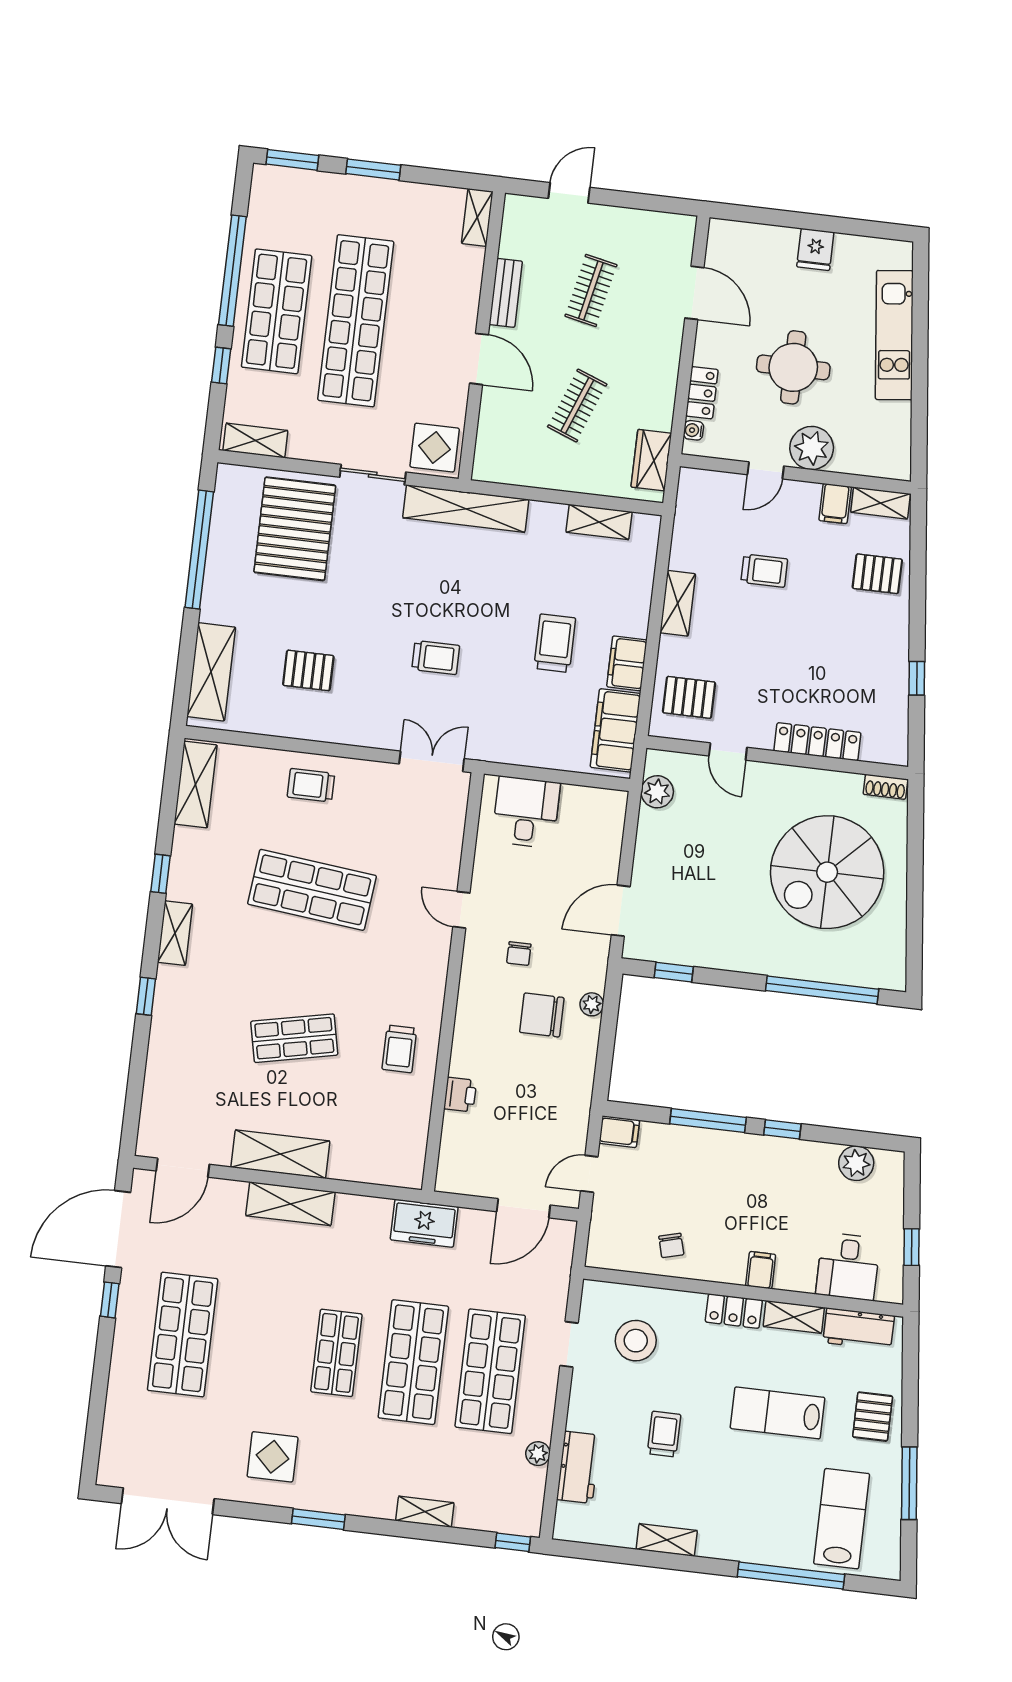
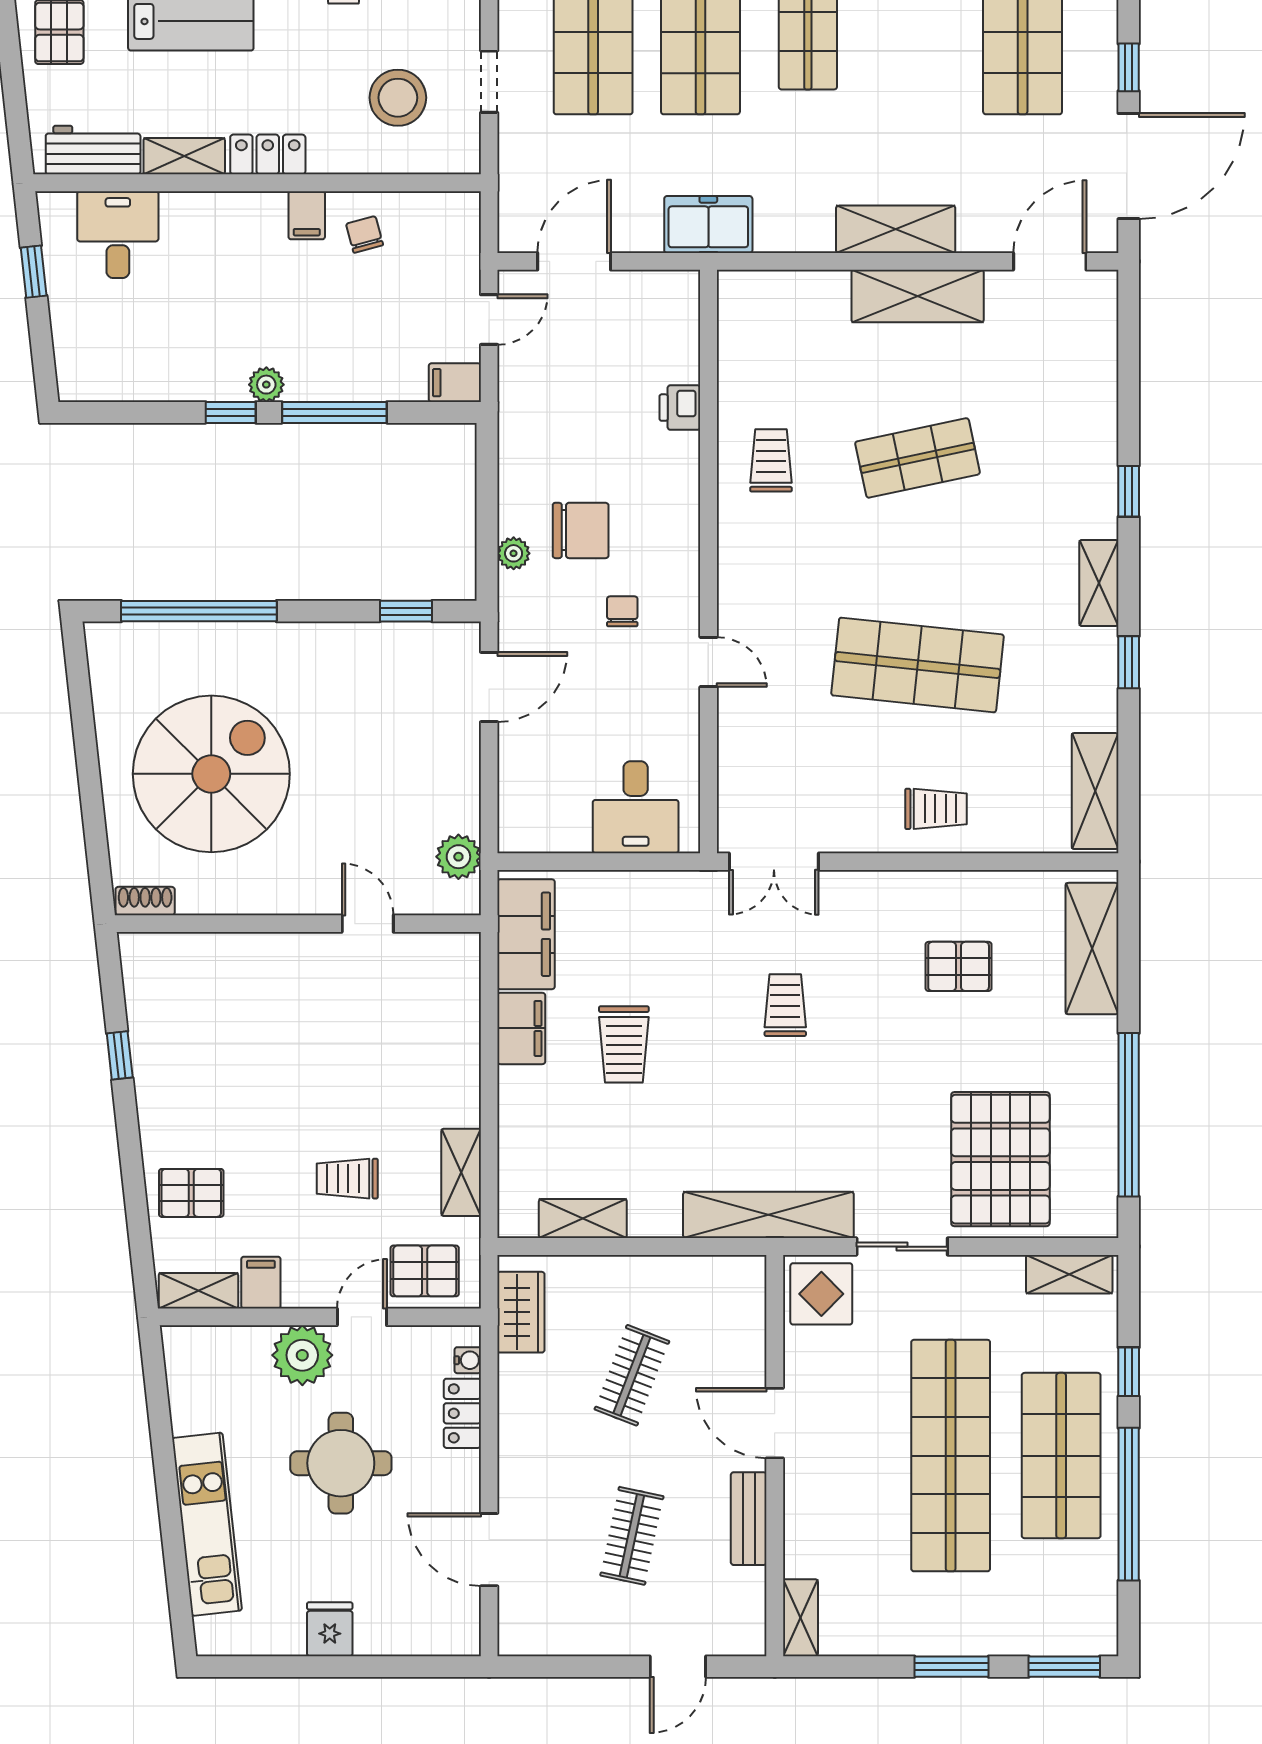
shelving: (678, 603) -> (461, 1172), moved
trolley: (436, 658) -> (785, 1005), turned 90
pallet: (689, 697) -> (425, 1271), moved
locker: (817, 742) -> (246, 952), removed
plant: (856, 1163) -> (266, 385), moved, width x0.73, depth x0.73
filing cabinet: (761, 1270) -> (307, 215), moved

